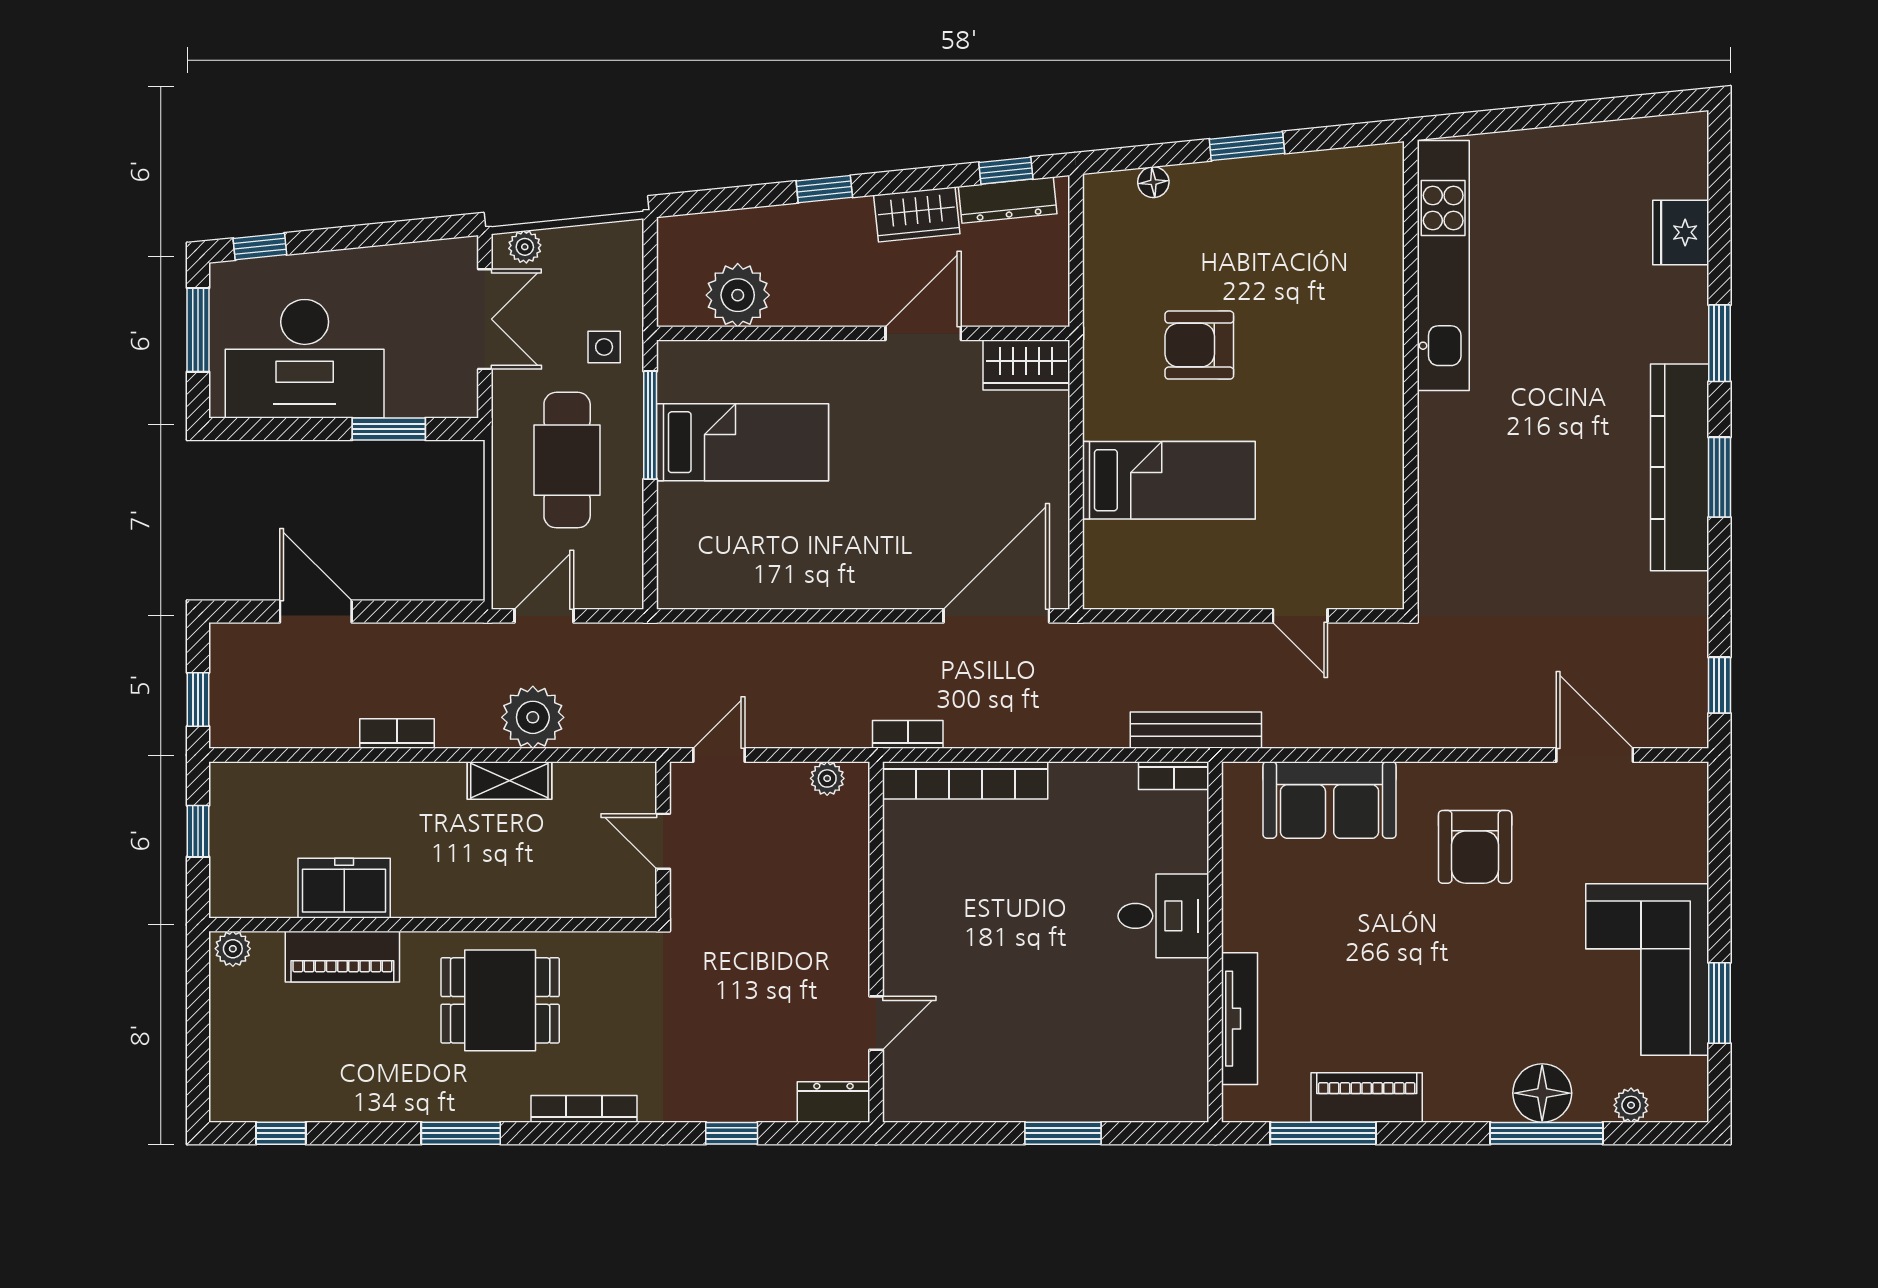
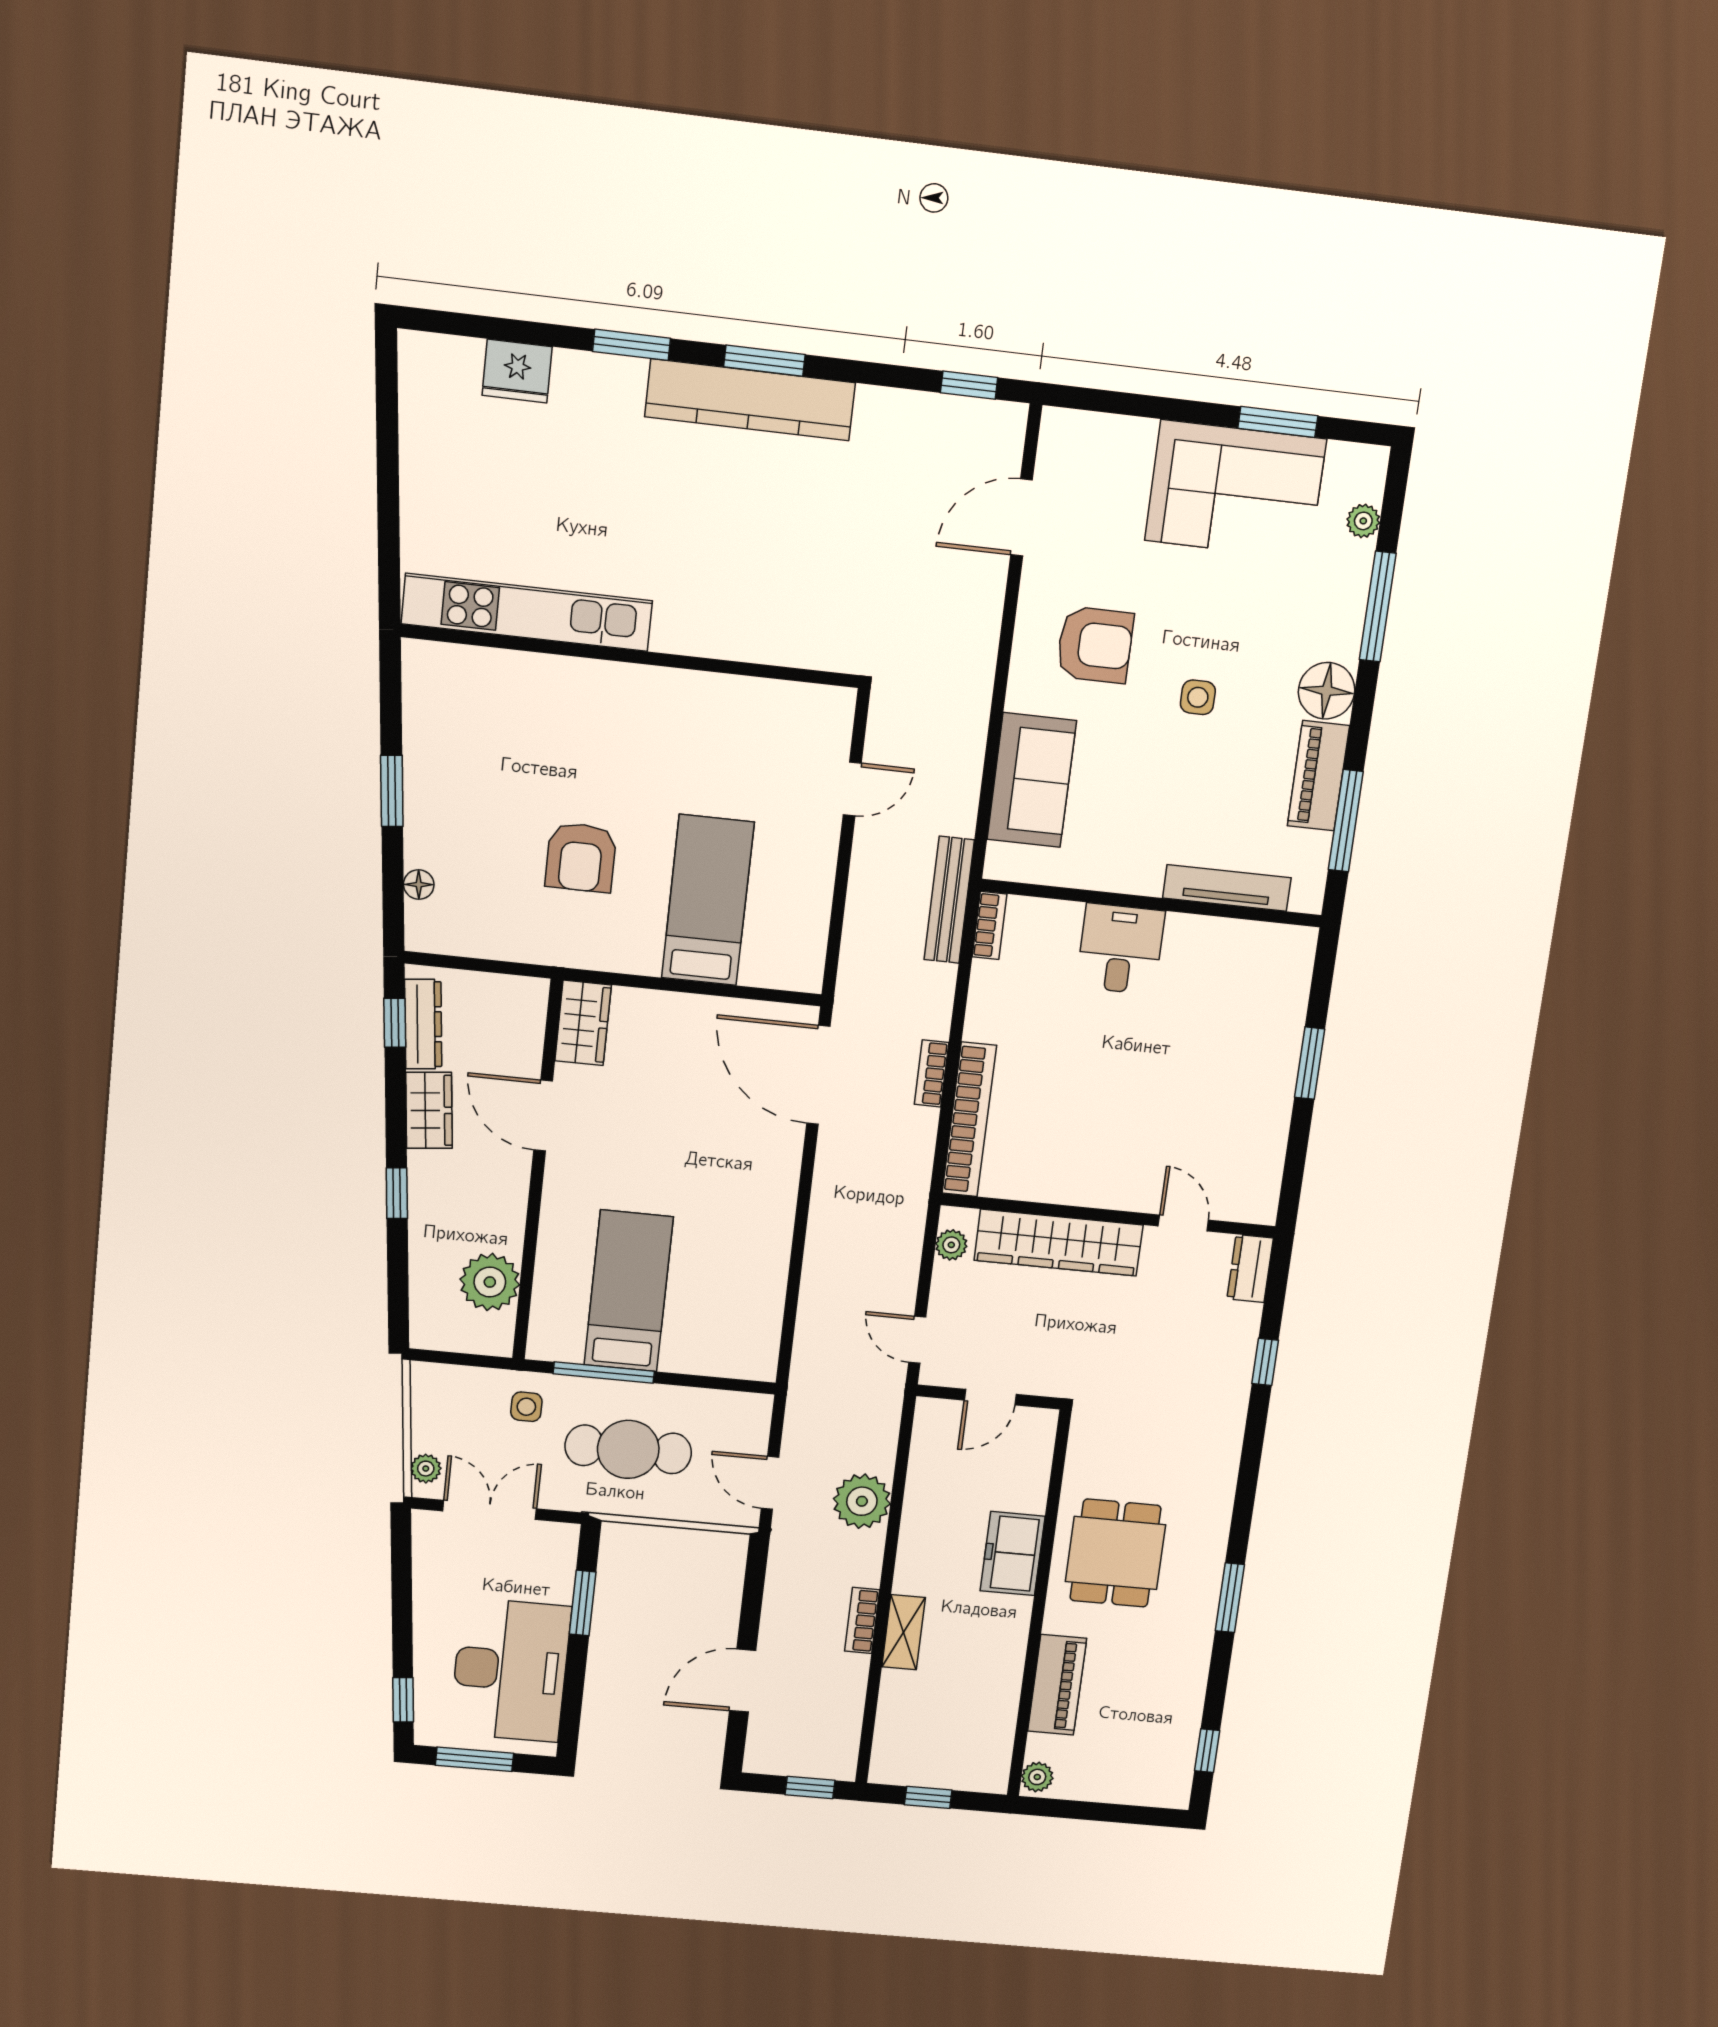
bookcase: (908, 734) -> (932, 1073), moved
shelving: (509, 781) -> (904, 1632), moved
freezer: (344, 888) -> (1013, 1554), moved
wardrobe: (841, 893) -> (1059, 1243), added
side table: (1433, 960) -> (1198, 697), added
floor lamp: (1542, 1093) -> (1327, 691), moved
bookcase: (584, 1109) -> (1224, 1489), removed

